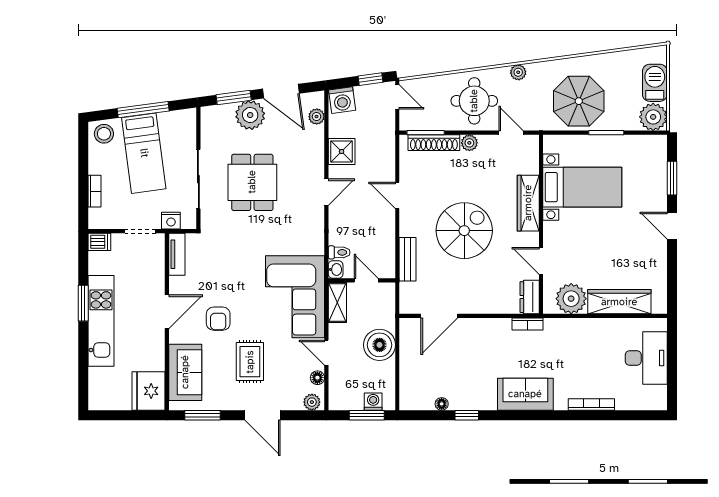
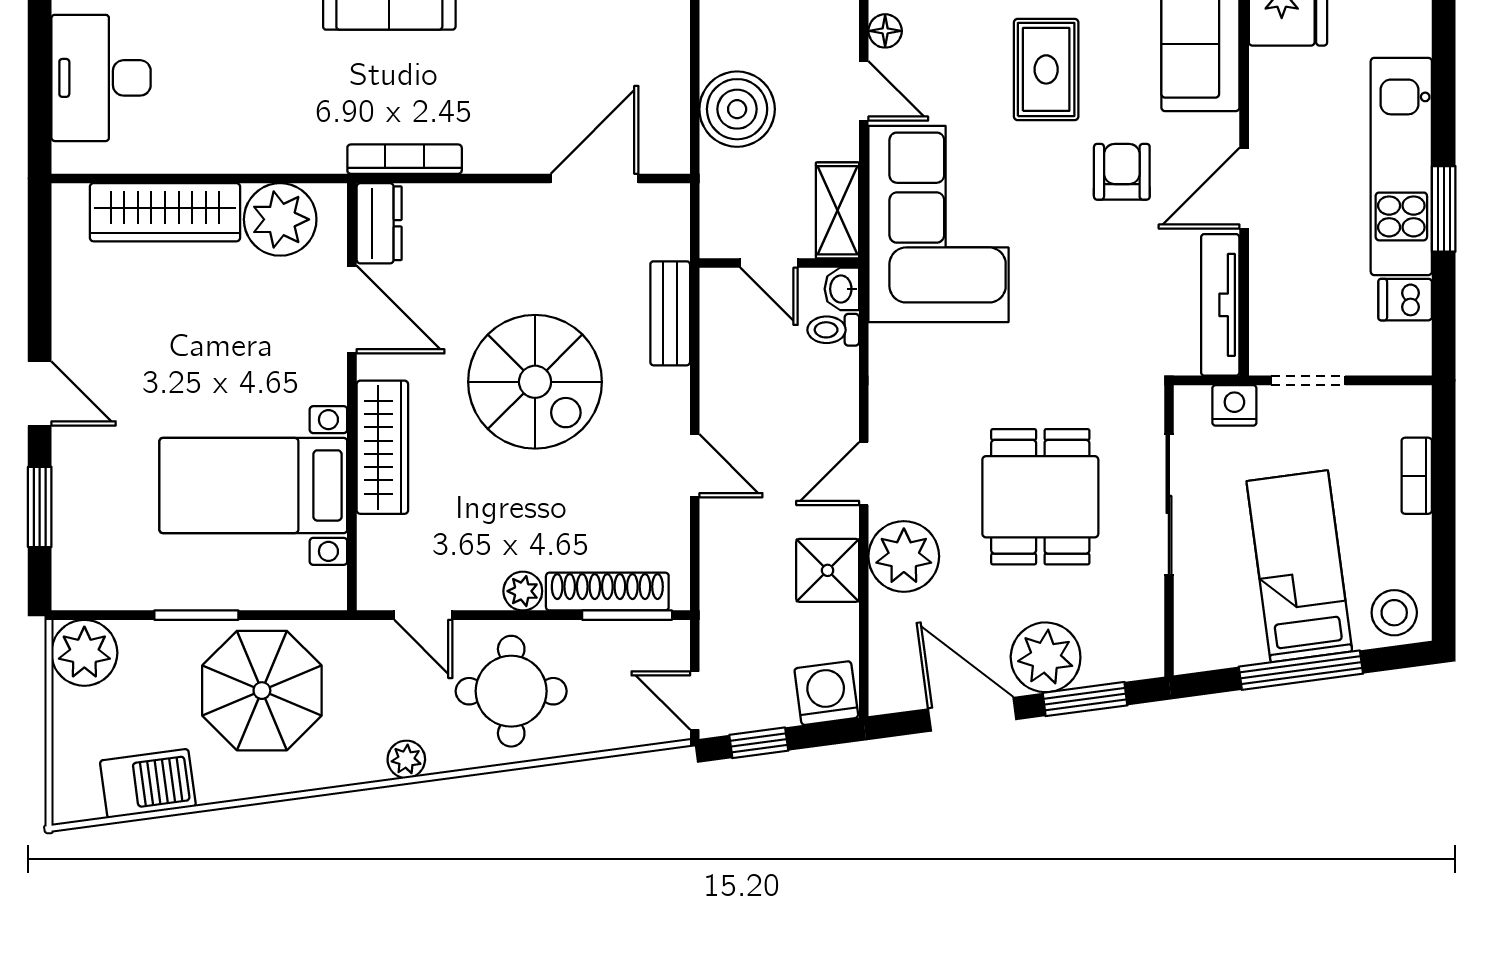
barbecue: (655, 83) -> (148, 783), moved, turned -98
plant: (317, 117) -> (904, 556), moved, width x1.88, depth x1.88
spiral stairs: (464, 231) -> (535, 382), turned -90
dishwasher: (99, 242) -> (1405, 300), moved
tv unit: (177, 254) -> (1220, 305), width x1.41
door: (541, 261) -> (352, 310), width x1.38
bookcase: (528, 324) -> (405, 159), width x1.56

